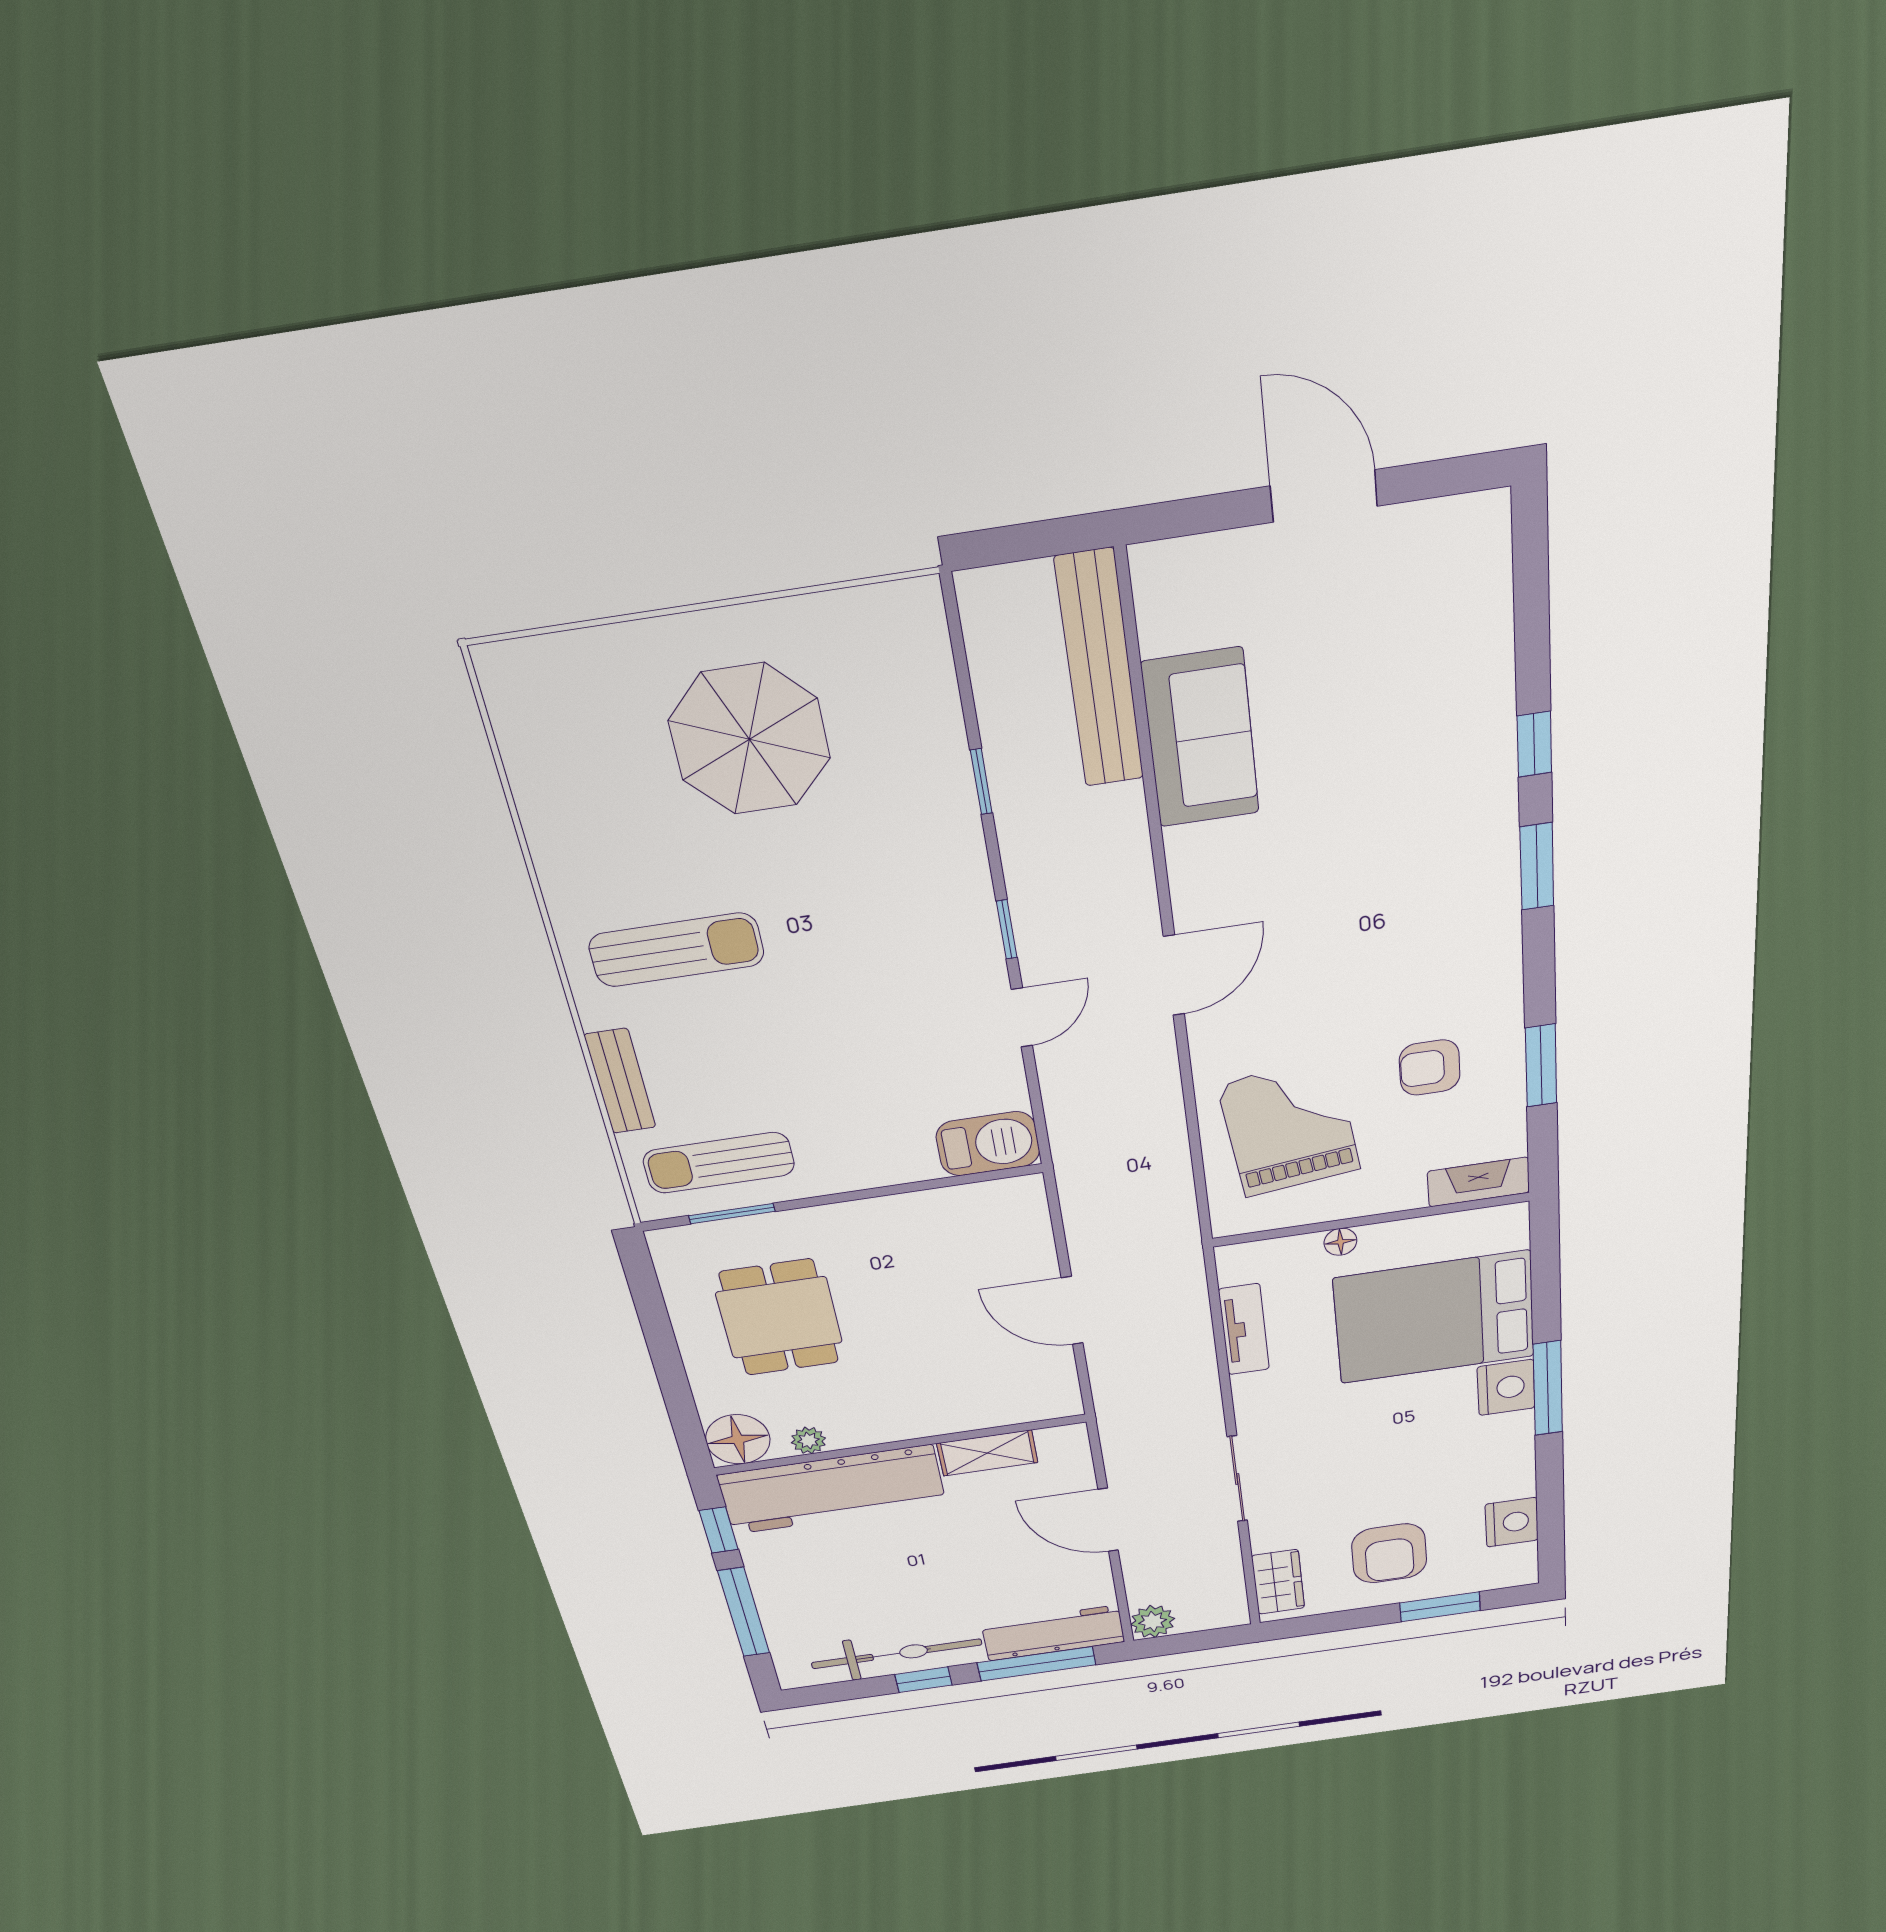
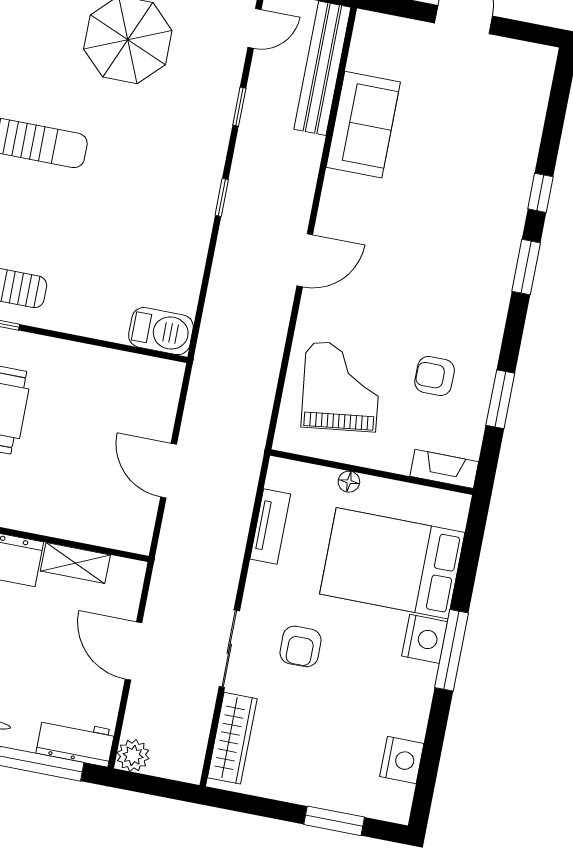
door: (1022, 1017) -> (255, 28), moved
armchair: (1389, 1553) -> (301, 646), moved, width x0.72, depth x0.72
wardrobe: (1278, 1582) -> (232, 738), width x1.50
workbench: (1053, 1633) -> (75, 742), width x0.73

